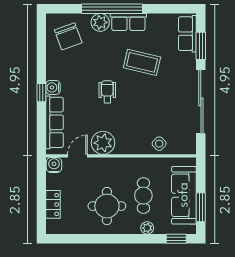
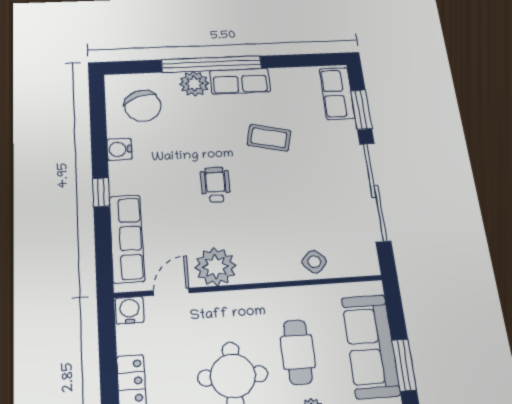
coffee table: (142, 62) -> (269, 138), width x0.73, depth x0.77
water cooler: (53, 87) -> (119, 149), moved

